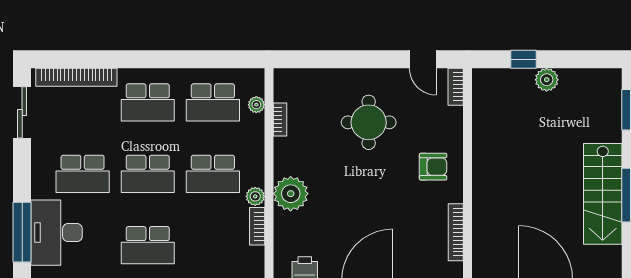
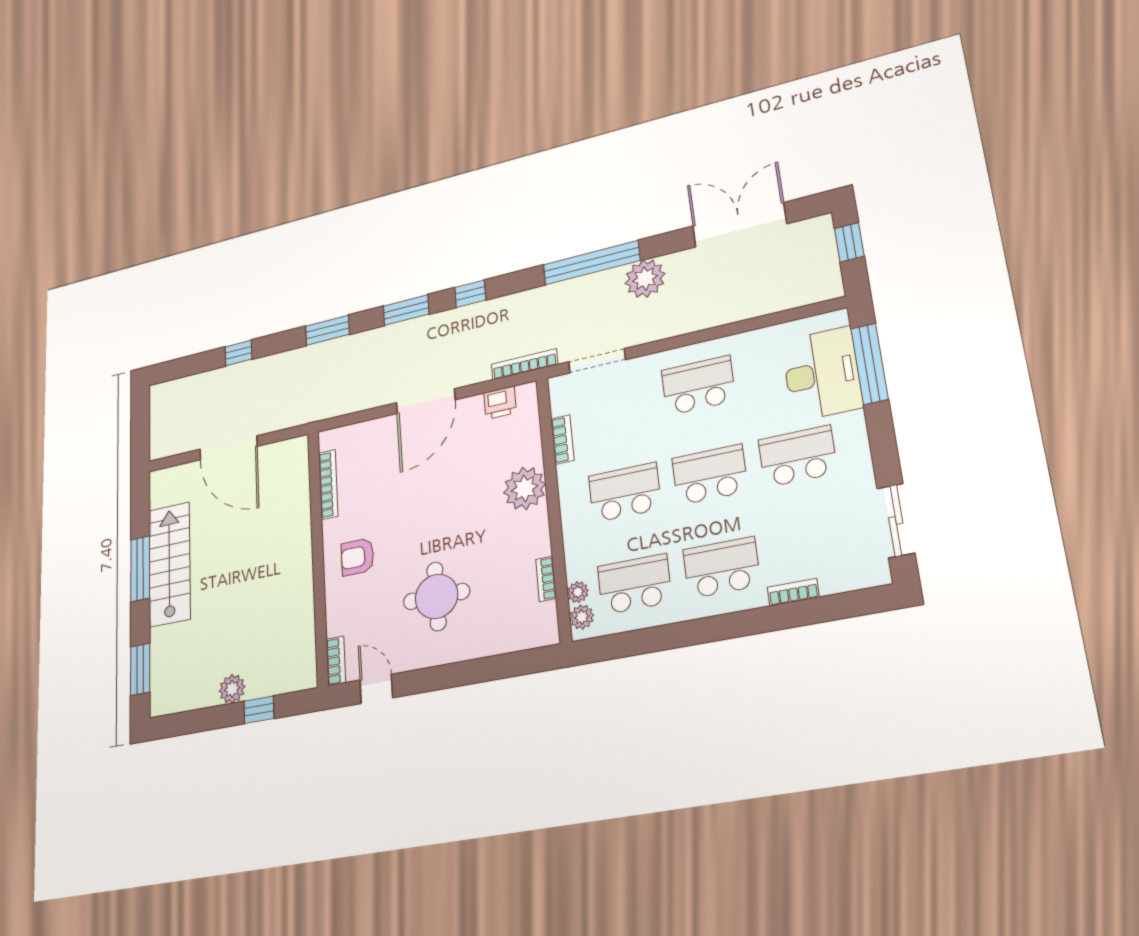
bookcase: (76, 77) -> (793, 592), width x0.43, depth x0.76
plant: (255, 196) -> (582, 617), moved

